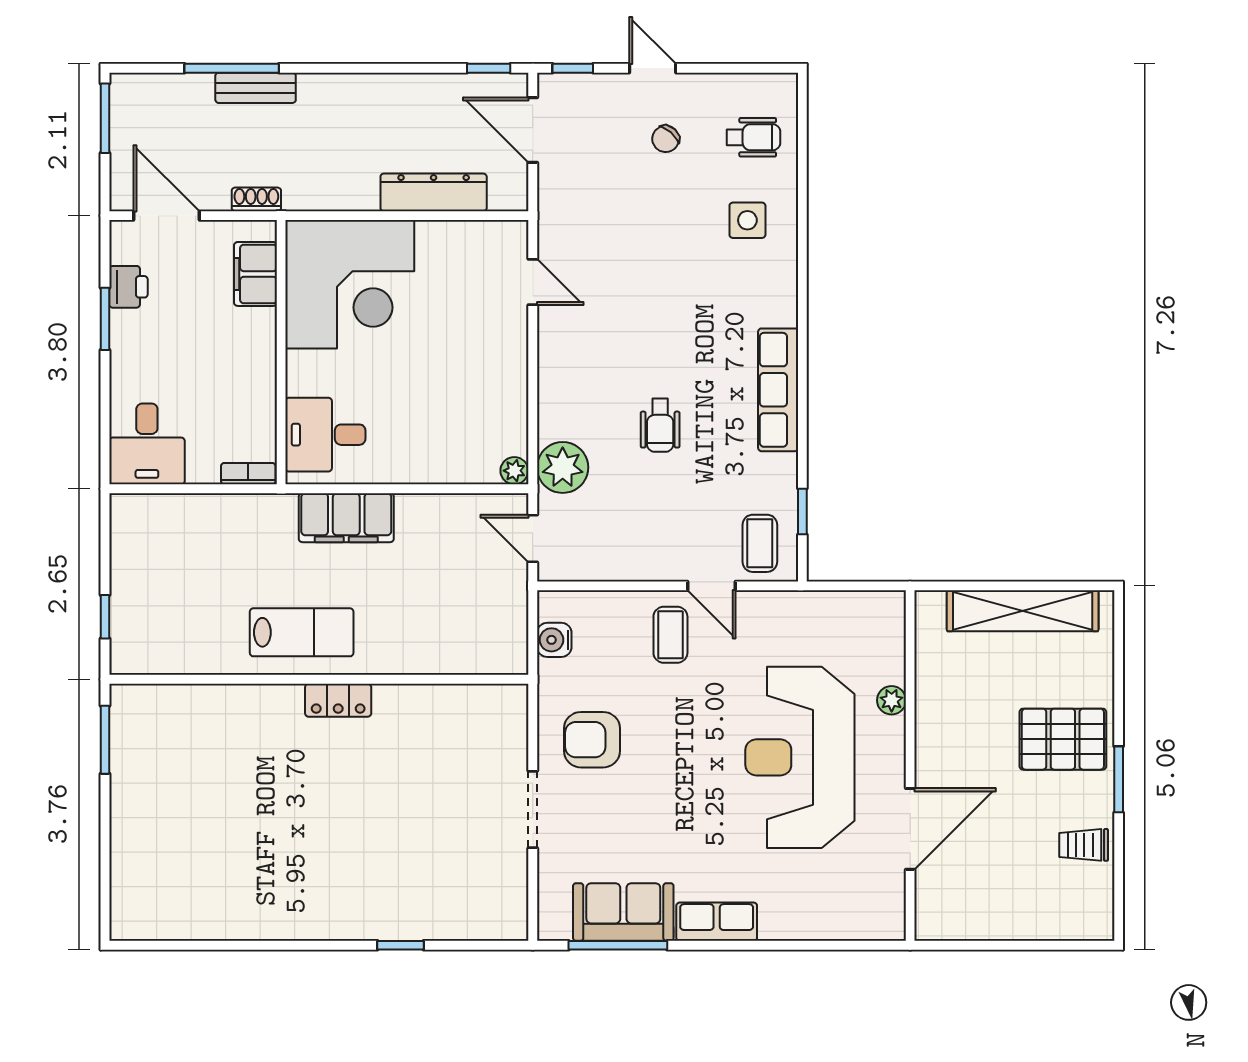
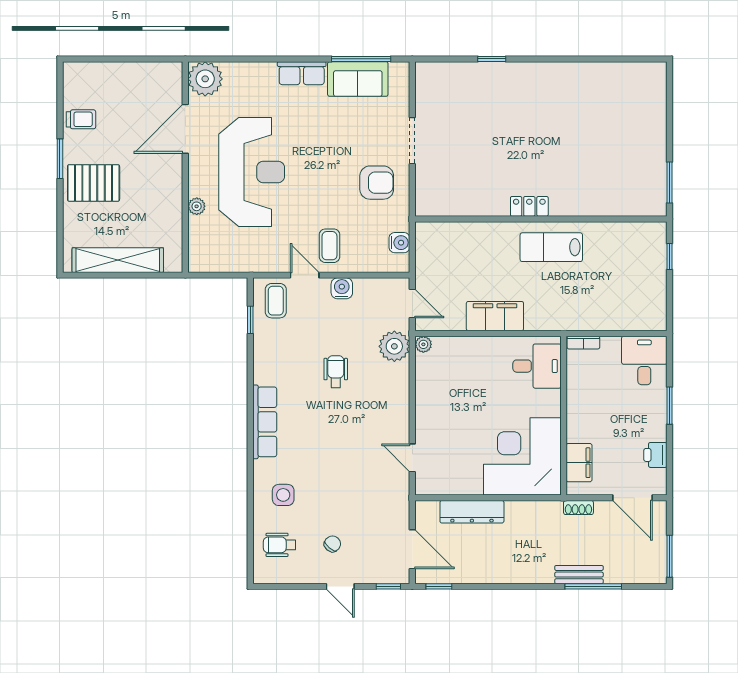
window: (105, 319) -> (670, 406), moved
row of seats: (778, 390) -> (265, 422), moved
filing cabinet: (346, 518) -> (495, 316), moved
water cooler: (650, 564) -> (342, 288), added
plant: (877, 912) -> (205, 79), added

